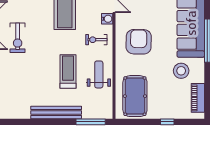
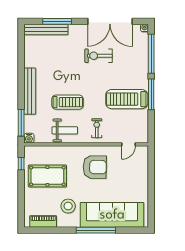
water cooler: (107, 19) -> (29, 138), moved
pool table: (135, 96) -> (47, 176), moved
window: (167, 122) -> (21, 164), moved

